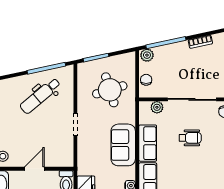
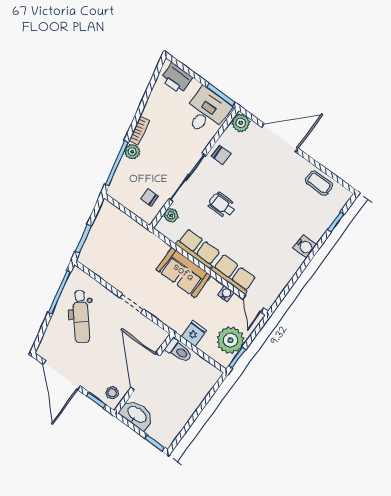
plant: (147, 55) -> (132, 152), moved
chair: (146, 80) -> (150, 197), moved
round table: (110, 90) -> (123, 248), removed
wheelchair: (190, 138) -> (222, 205), turned -90
door: (34, 169) -> (145, 372), width x1.87

